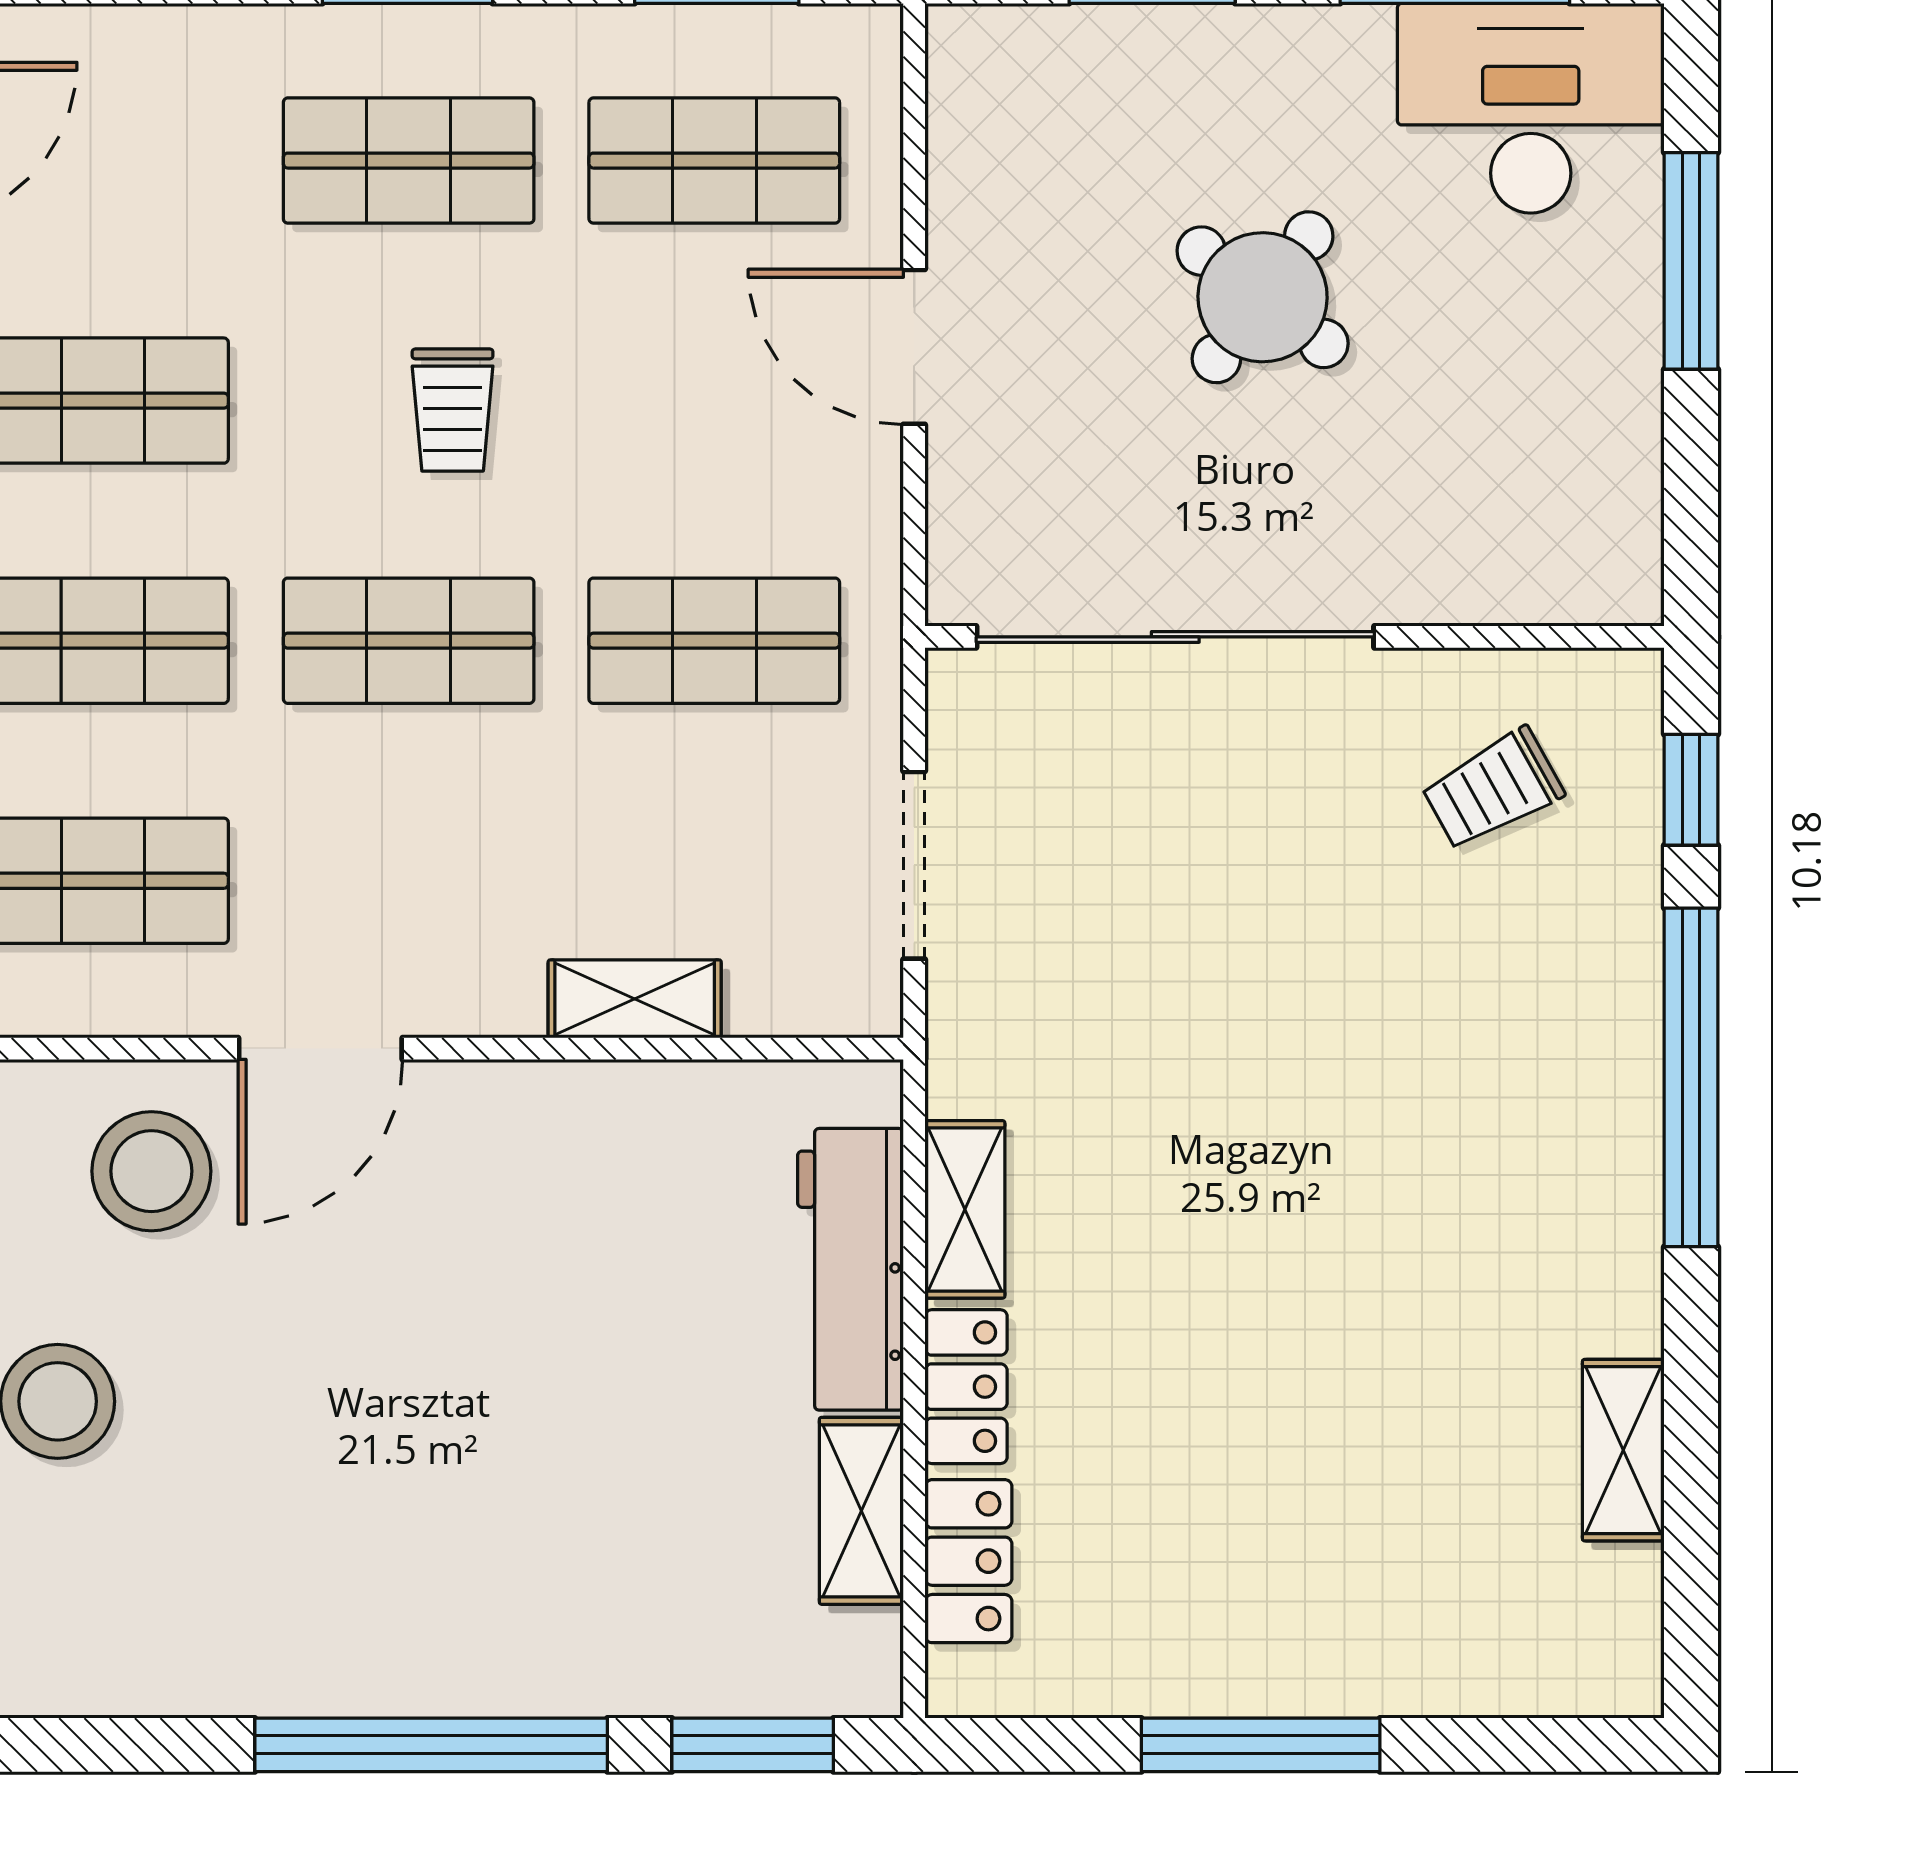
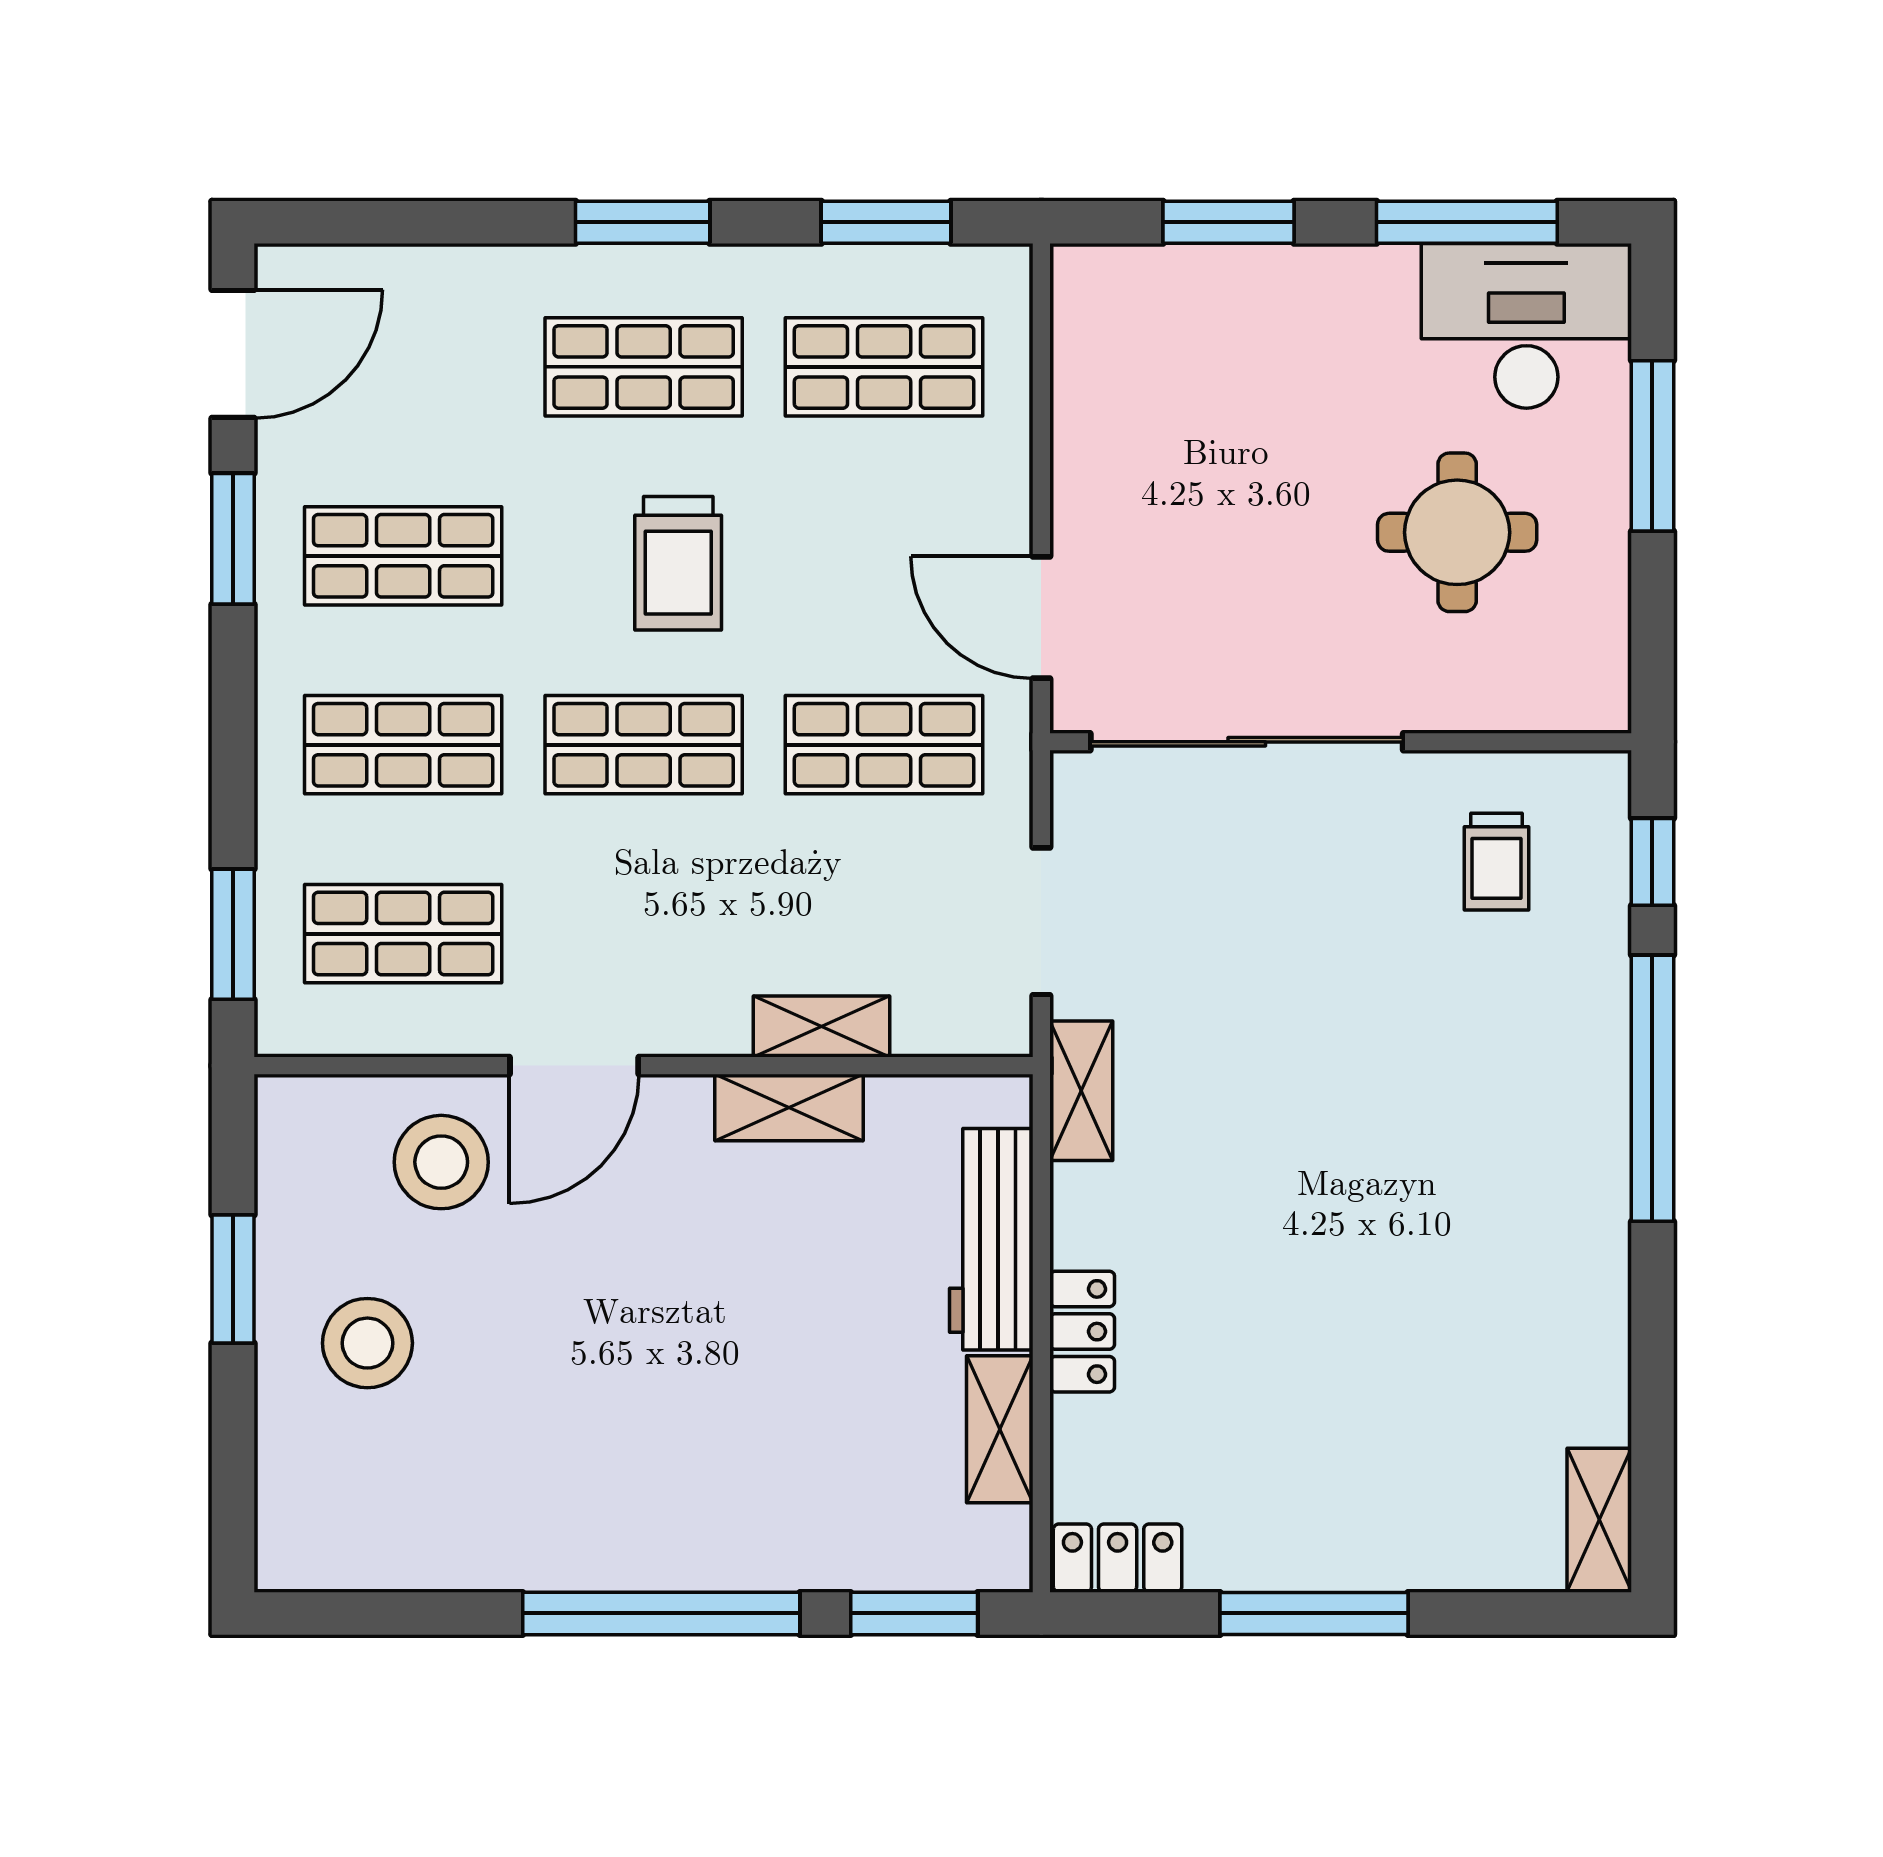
round table: (1263, 297) -> (1457, 532), moved, turned -37
door: (914, 347) -> (1041, 617), moved
trolley: (453, 410) -> (678, 563), width x1.36, depth x1.39
trolley: (1493, 789) -> (1496, 862), turned -61
shelving: (593, 1102) -> (789, 1107), added
shelving: (965, 1209) -> (1081, 1091), moved
shelving: (1623, 1450) -> (1599, 1520), moved
locker: (968, 1561) -> (1118, 1558), moved, turned -90

